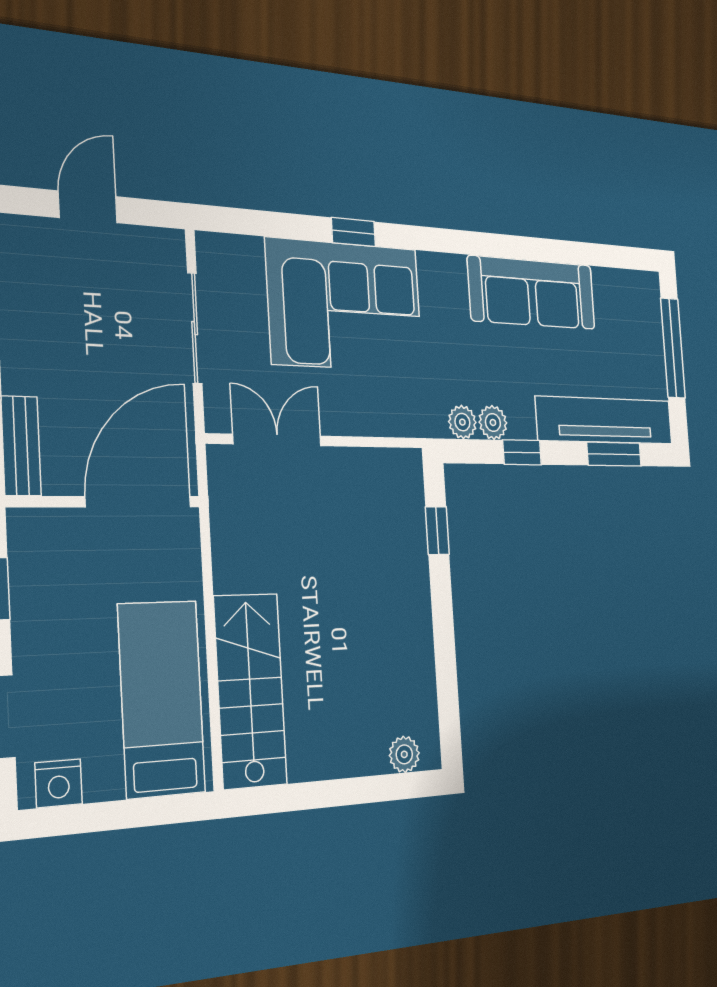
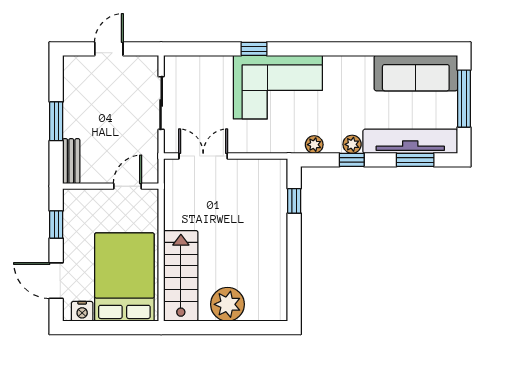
sofa: (532, 293) -> (416, 73), moved
corner sofa: (345, 306) -> (278, 87), moved
plant: (493, 422) -> (352, 144), moved
door: (139, 502) -> (127, 186), width x0.53
bed: (162, 699) -> (124, 277), width x1.50
plant: (404, 754) -> (228, 304), moved, width x1.88, depth x1.88

